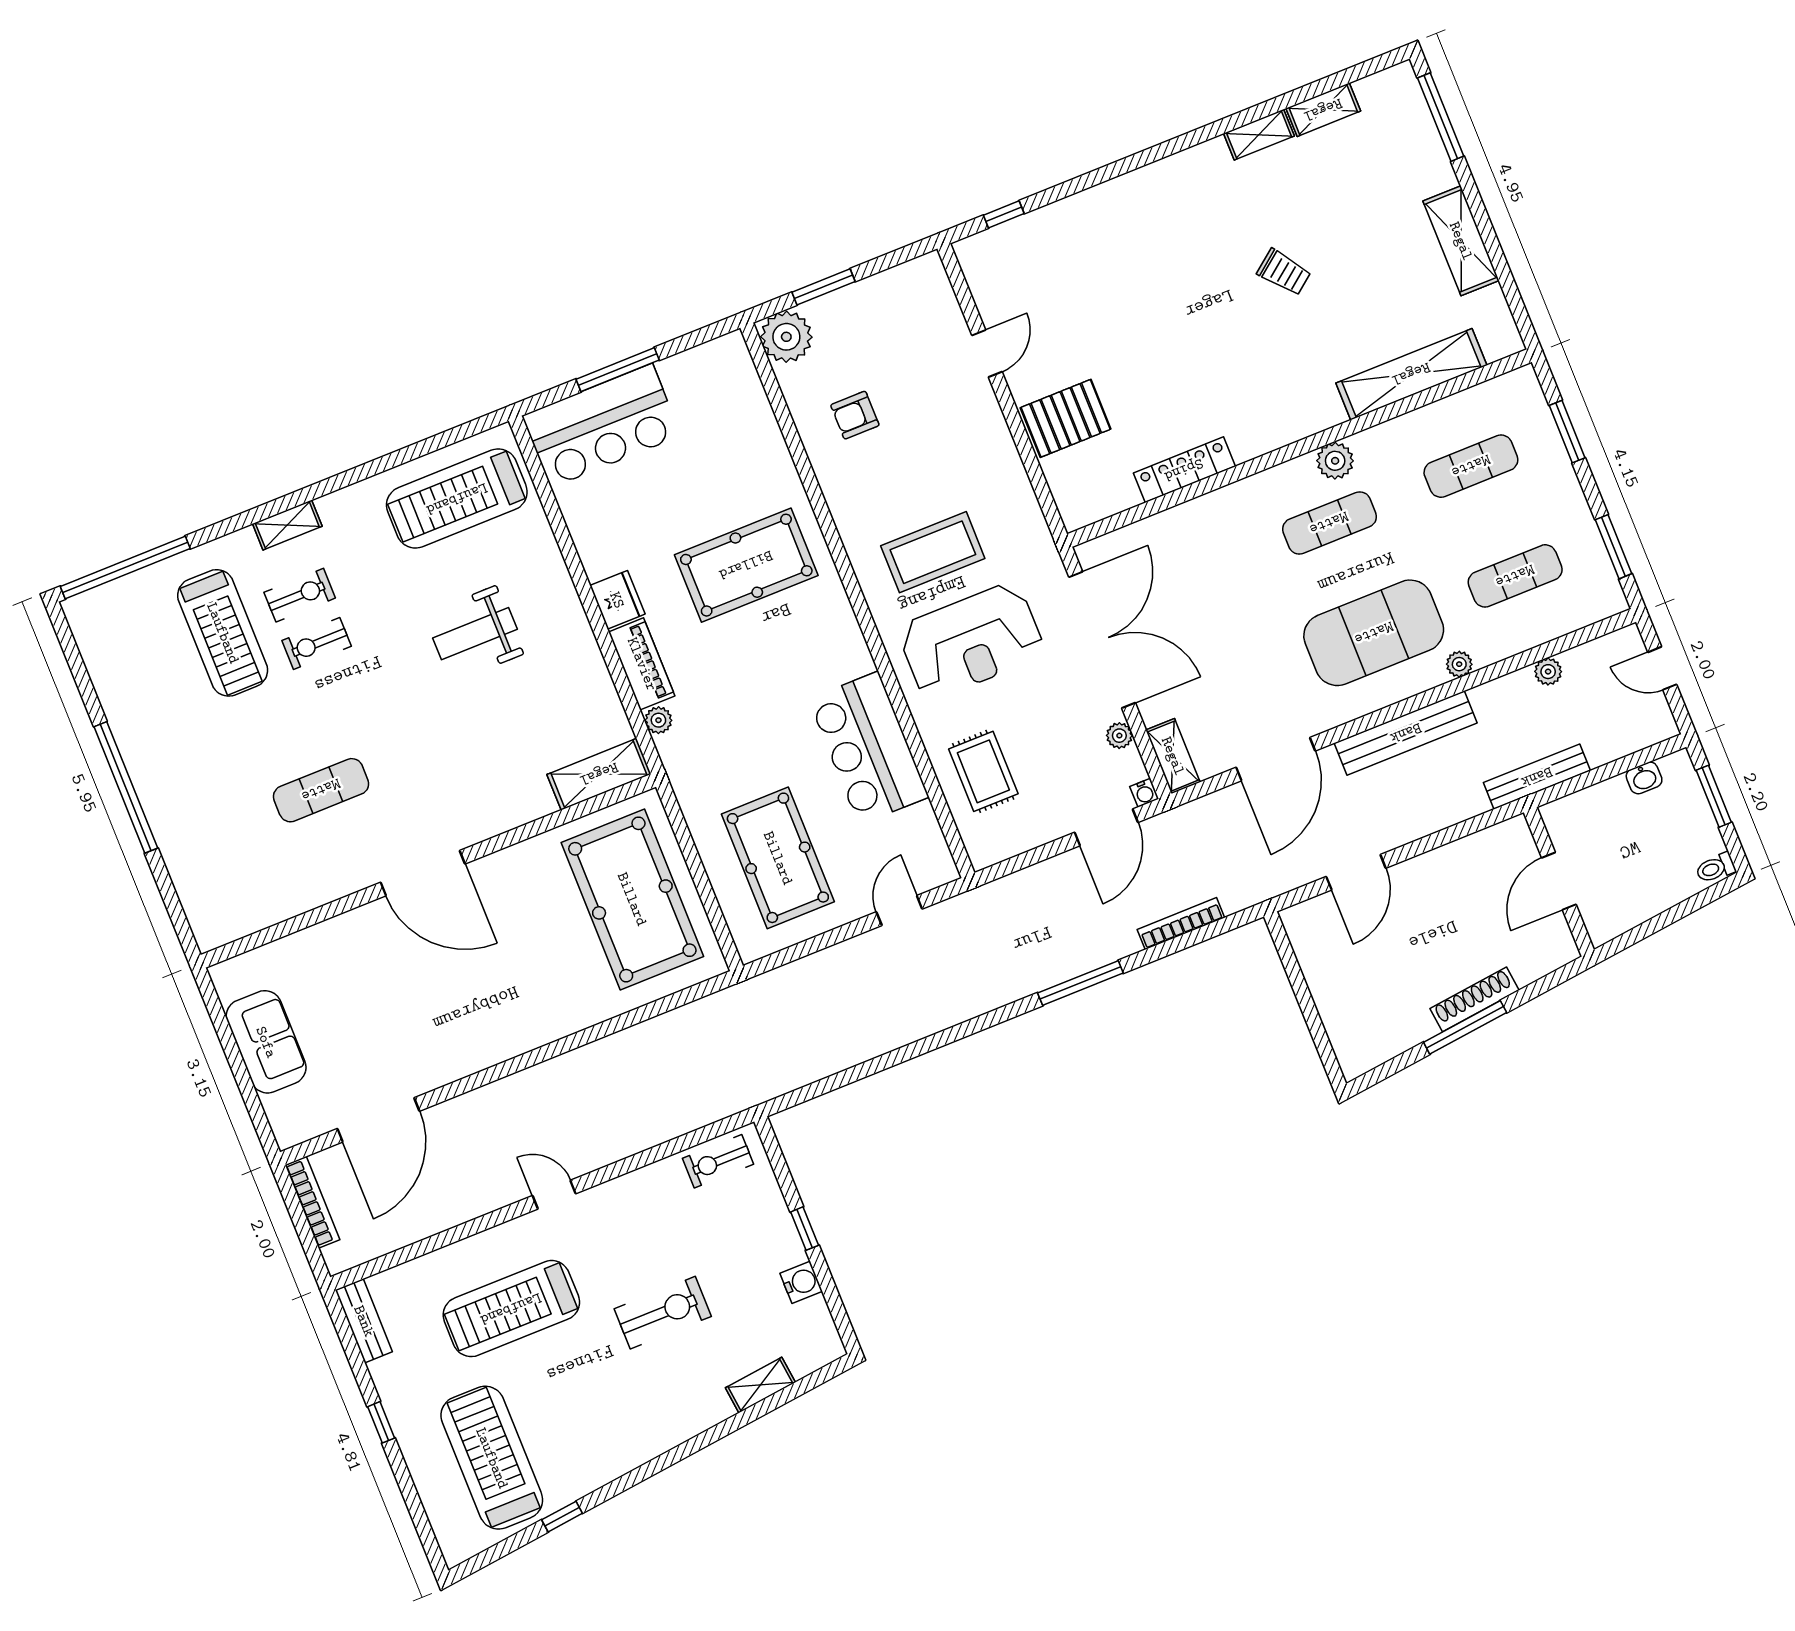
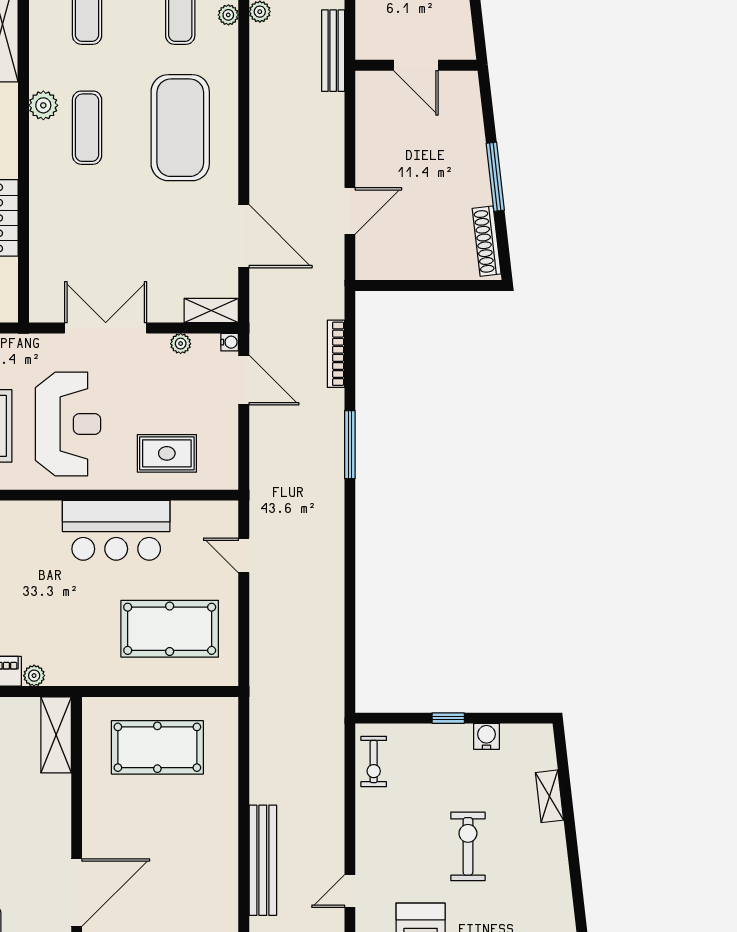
double door: (1102, 640) -> (106, 328), width x0.73
plant: (1459, 664) -> (228, 15), moved
bench: (1406, 733) -> (263, 860), moved
door: (1356, 872) -> (350, 211), hinge flipped
pool table: (632, 899) -> (157, 747), width x0.73, depth x0.76
shoe rack: (1474, 999) -> (487, 241), moved

